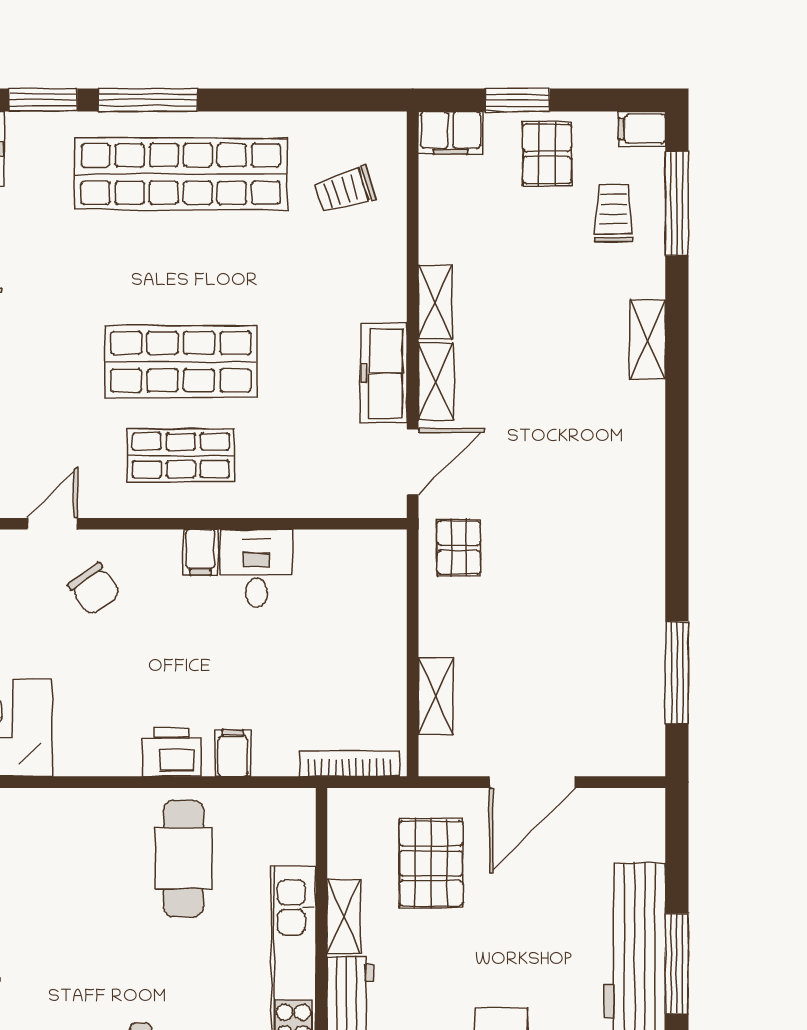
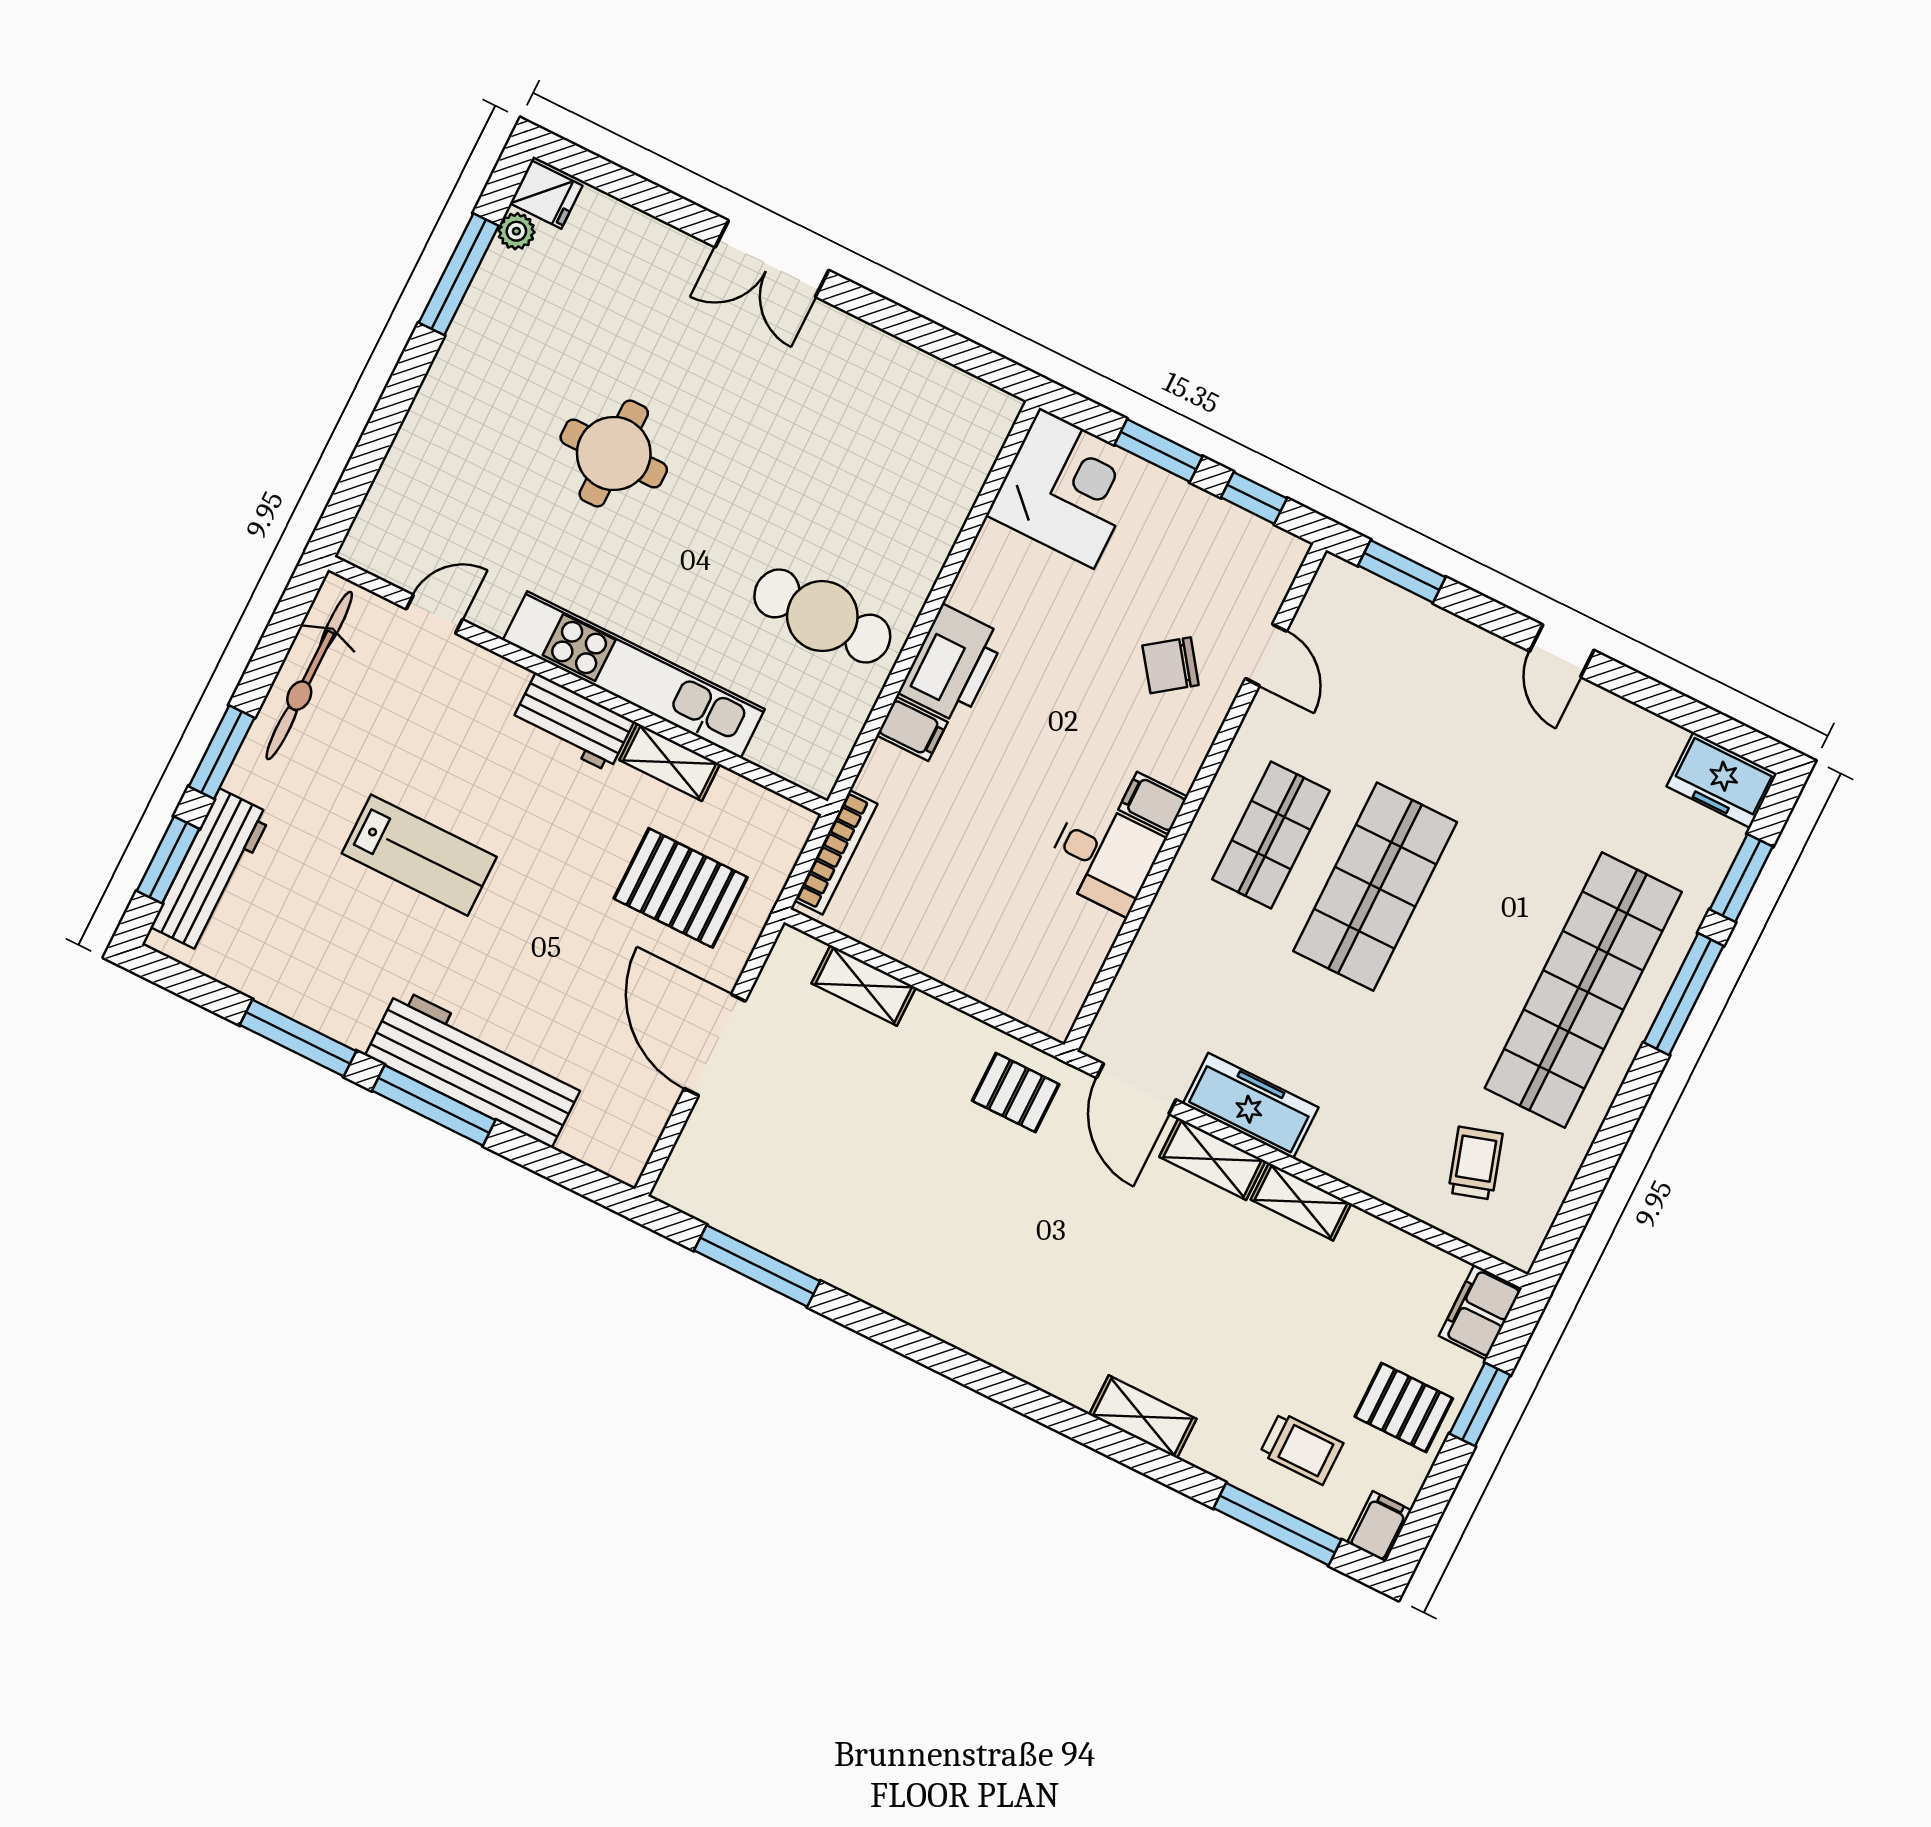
printer: (172, 752) -> (952, 664), width x1.37, depth x1.19

